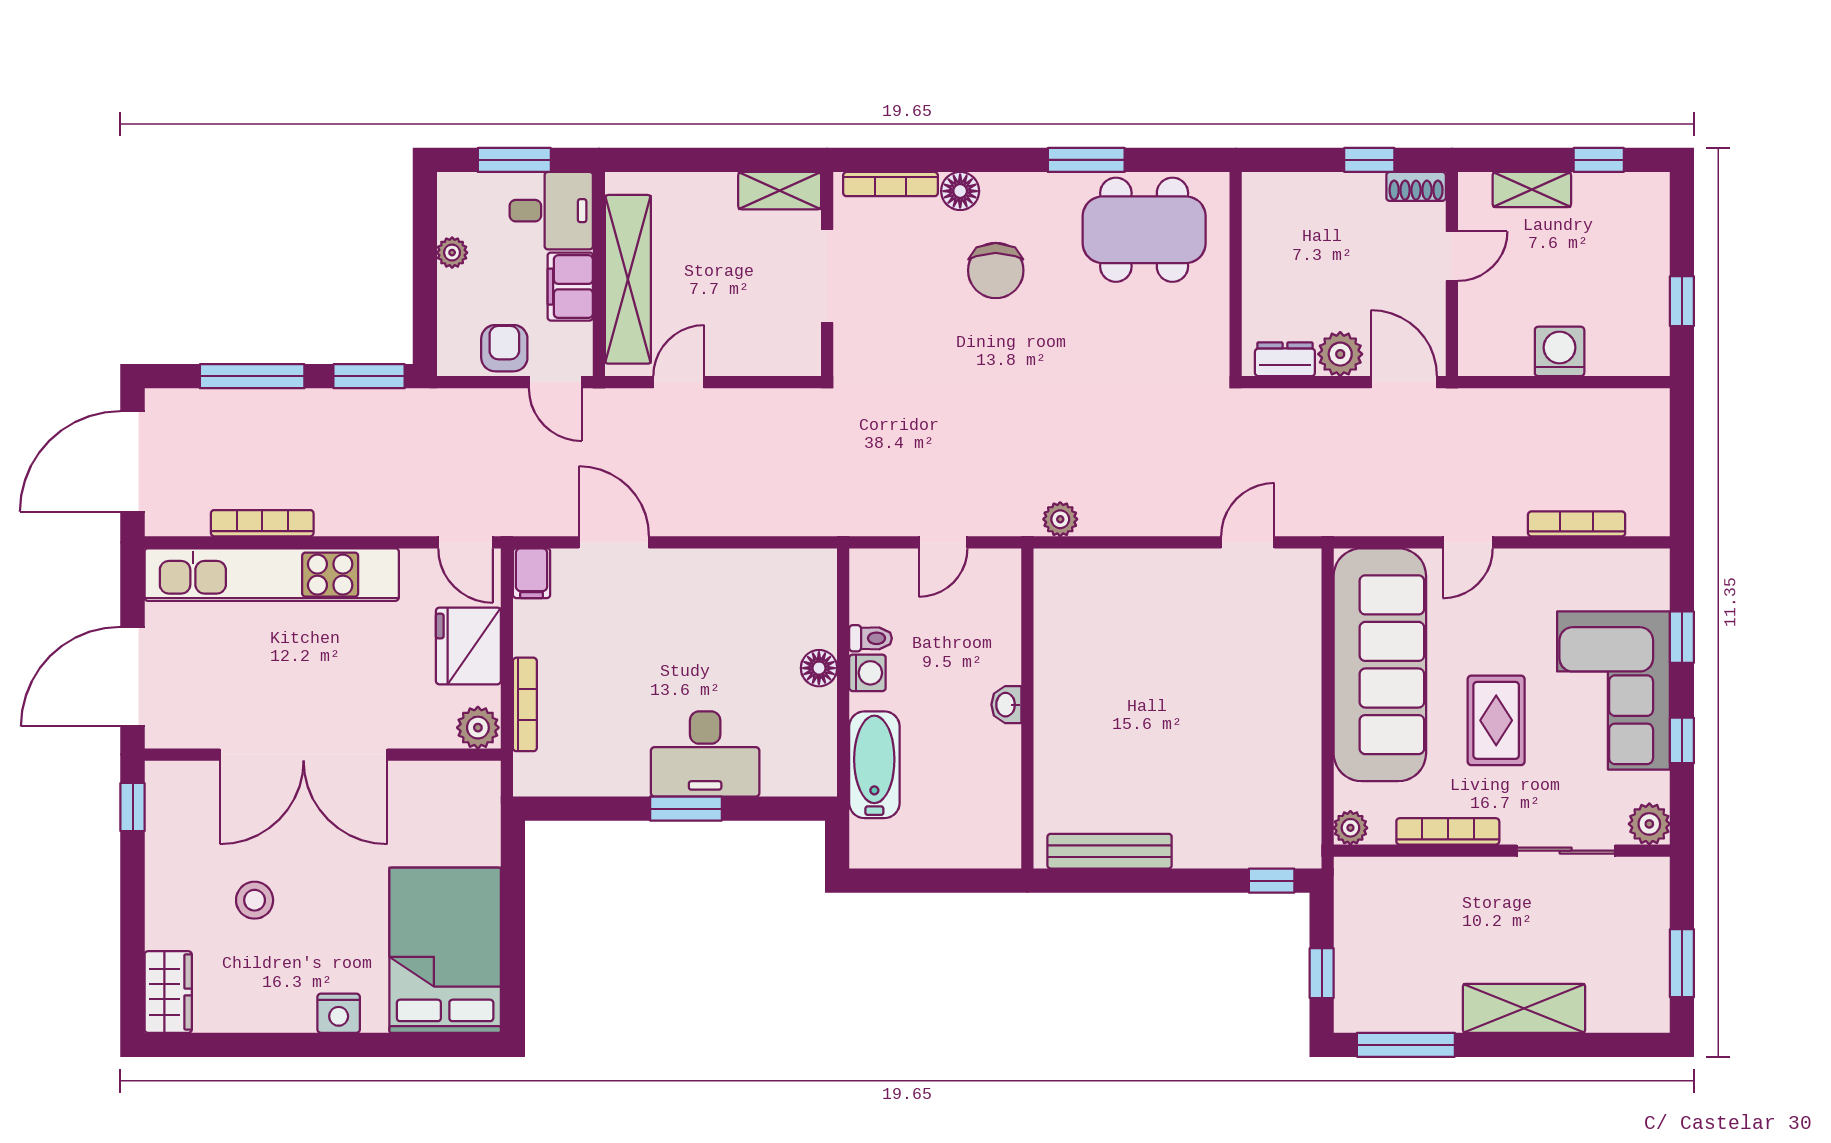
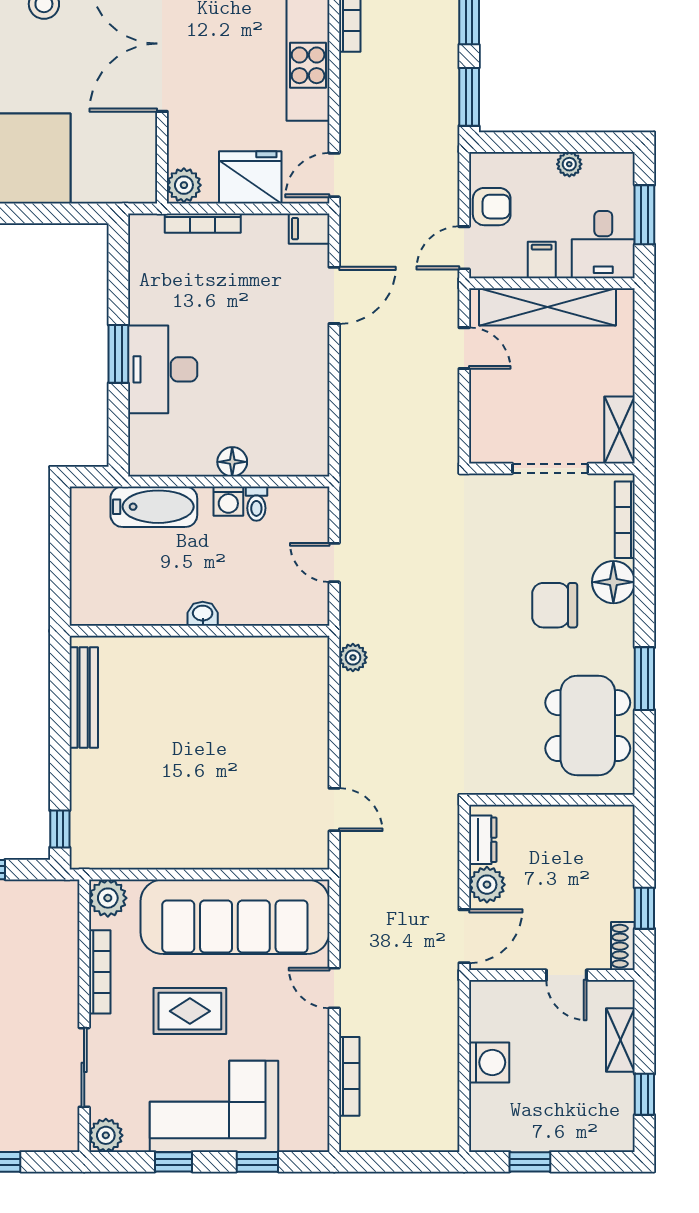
floor lamp: (960, 191) -> (613, 582), width x1.38, depth x1.38
filing cabinet: (570, 287) -> (542, 260), width x0.50
plant: (1350, 828) -> (108, 898), width x1.38, depth x1.38

